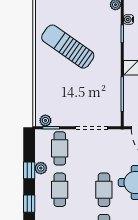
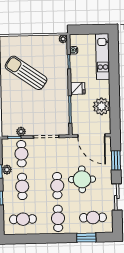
plant: (45, 120) -> (21, 132), moved

